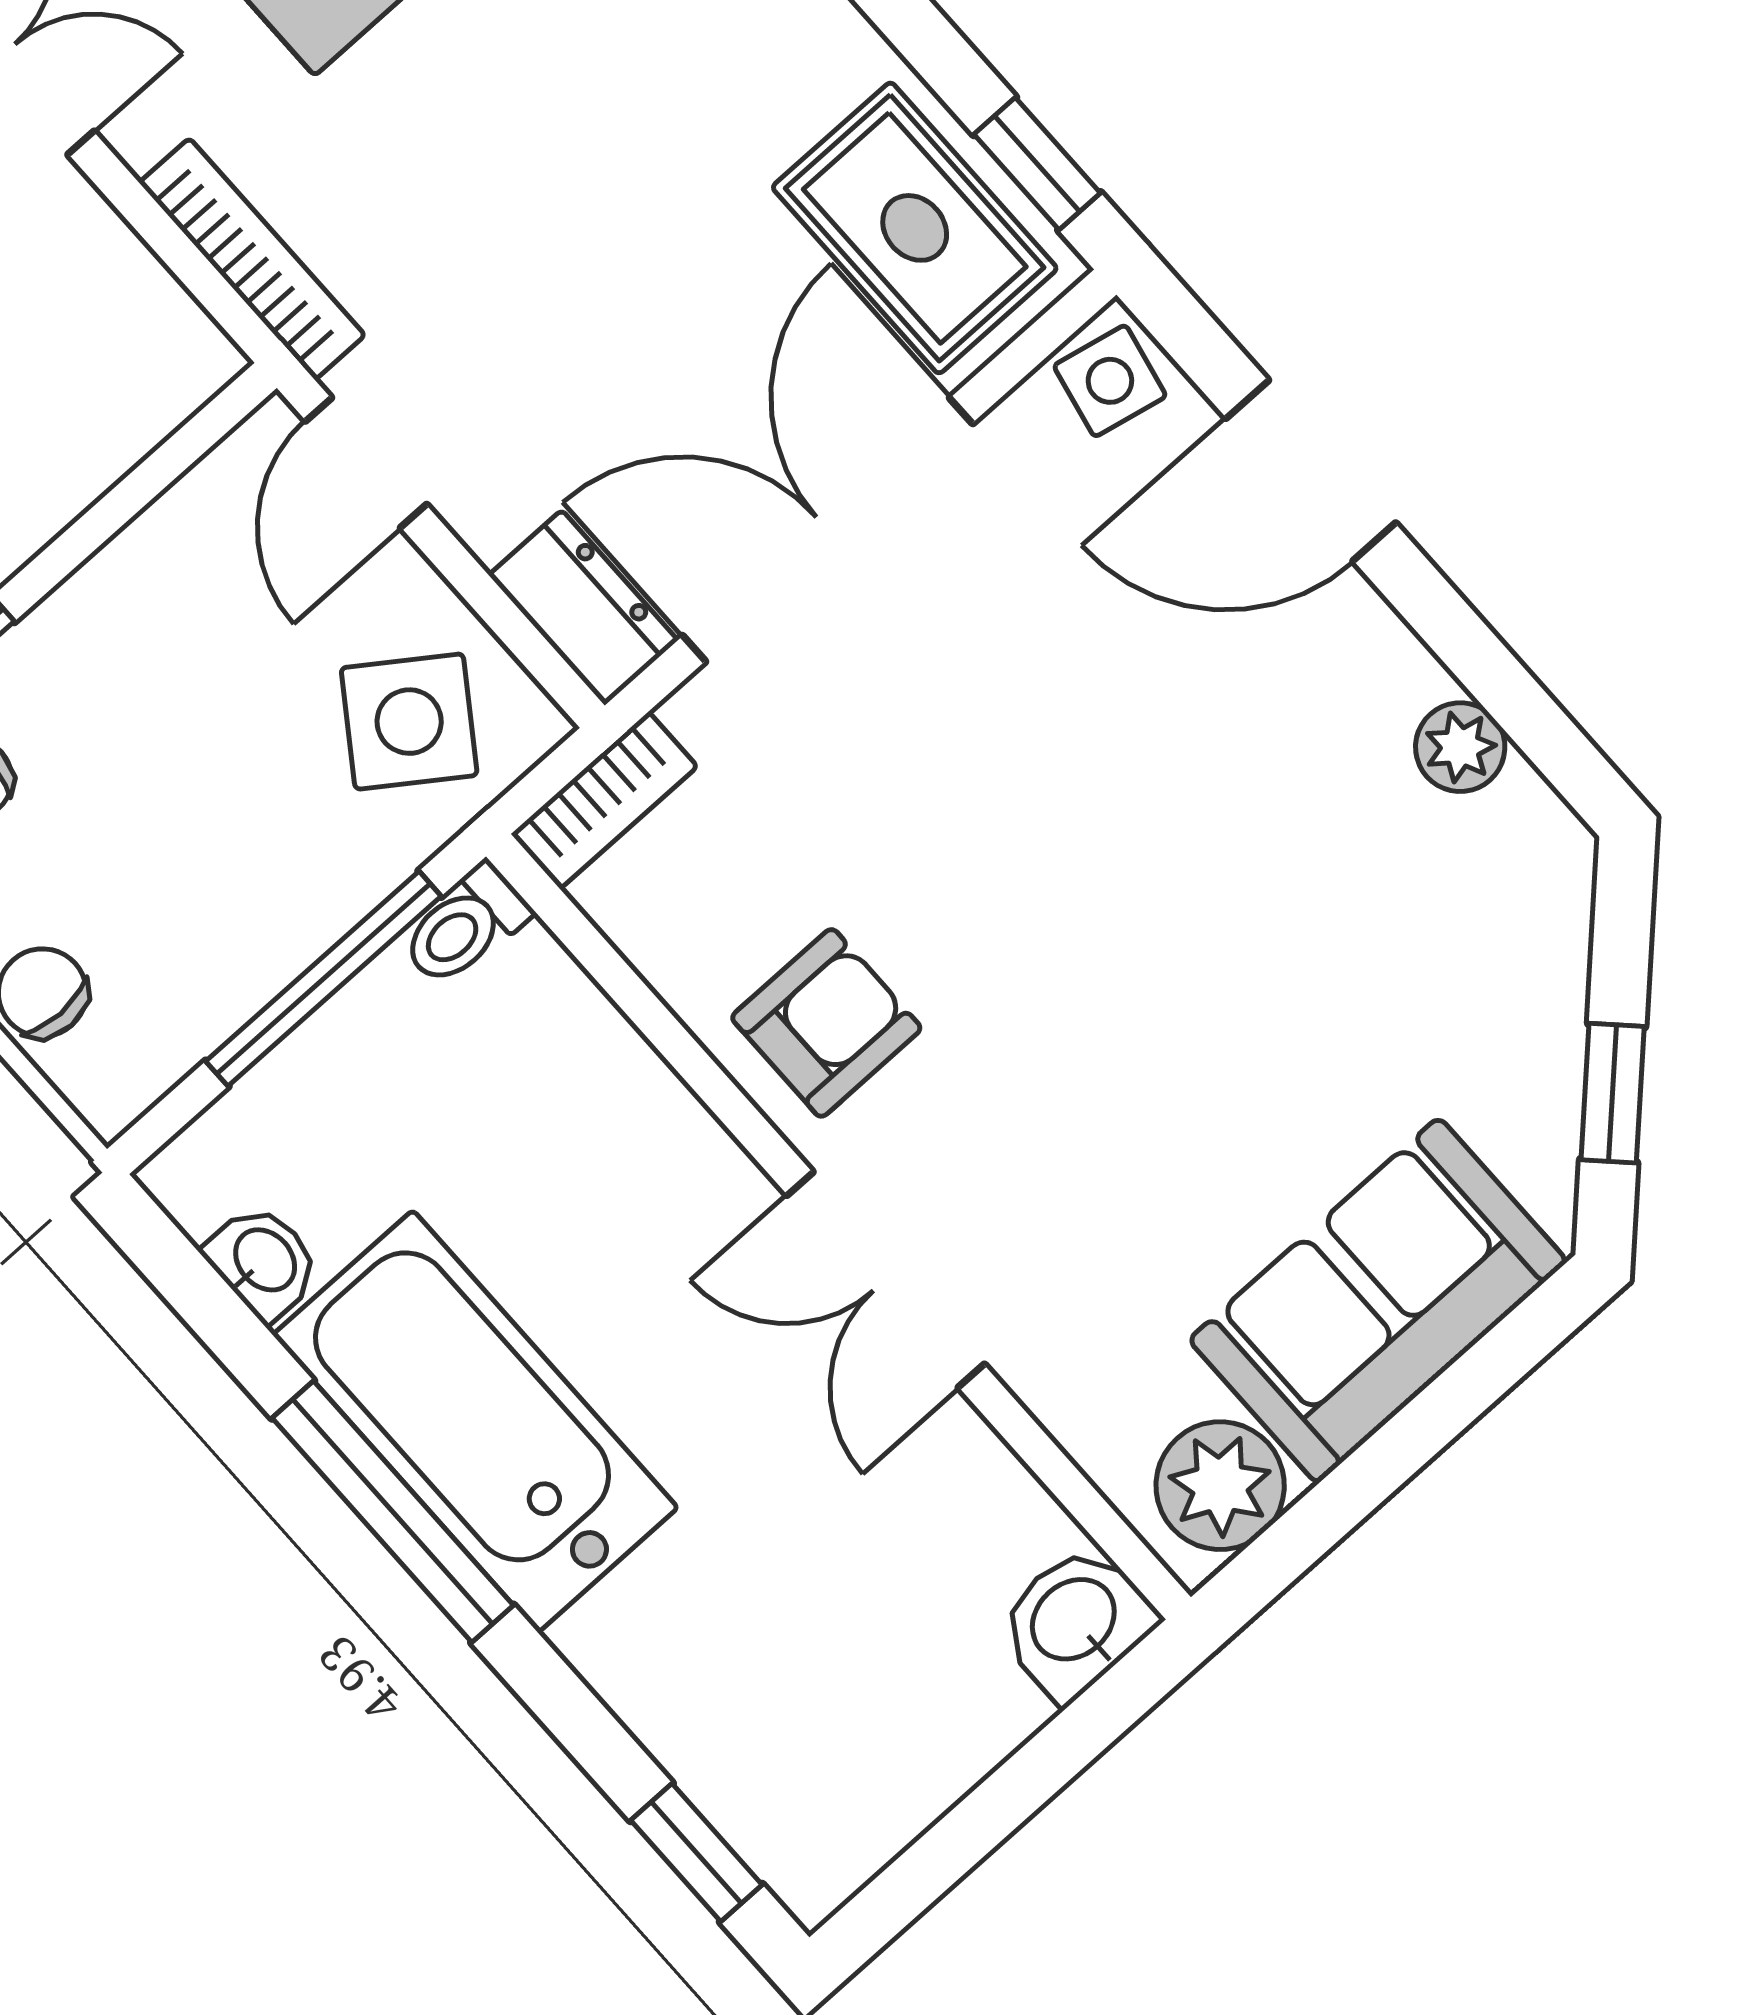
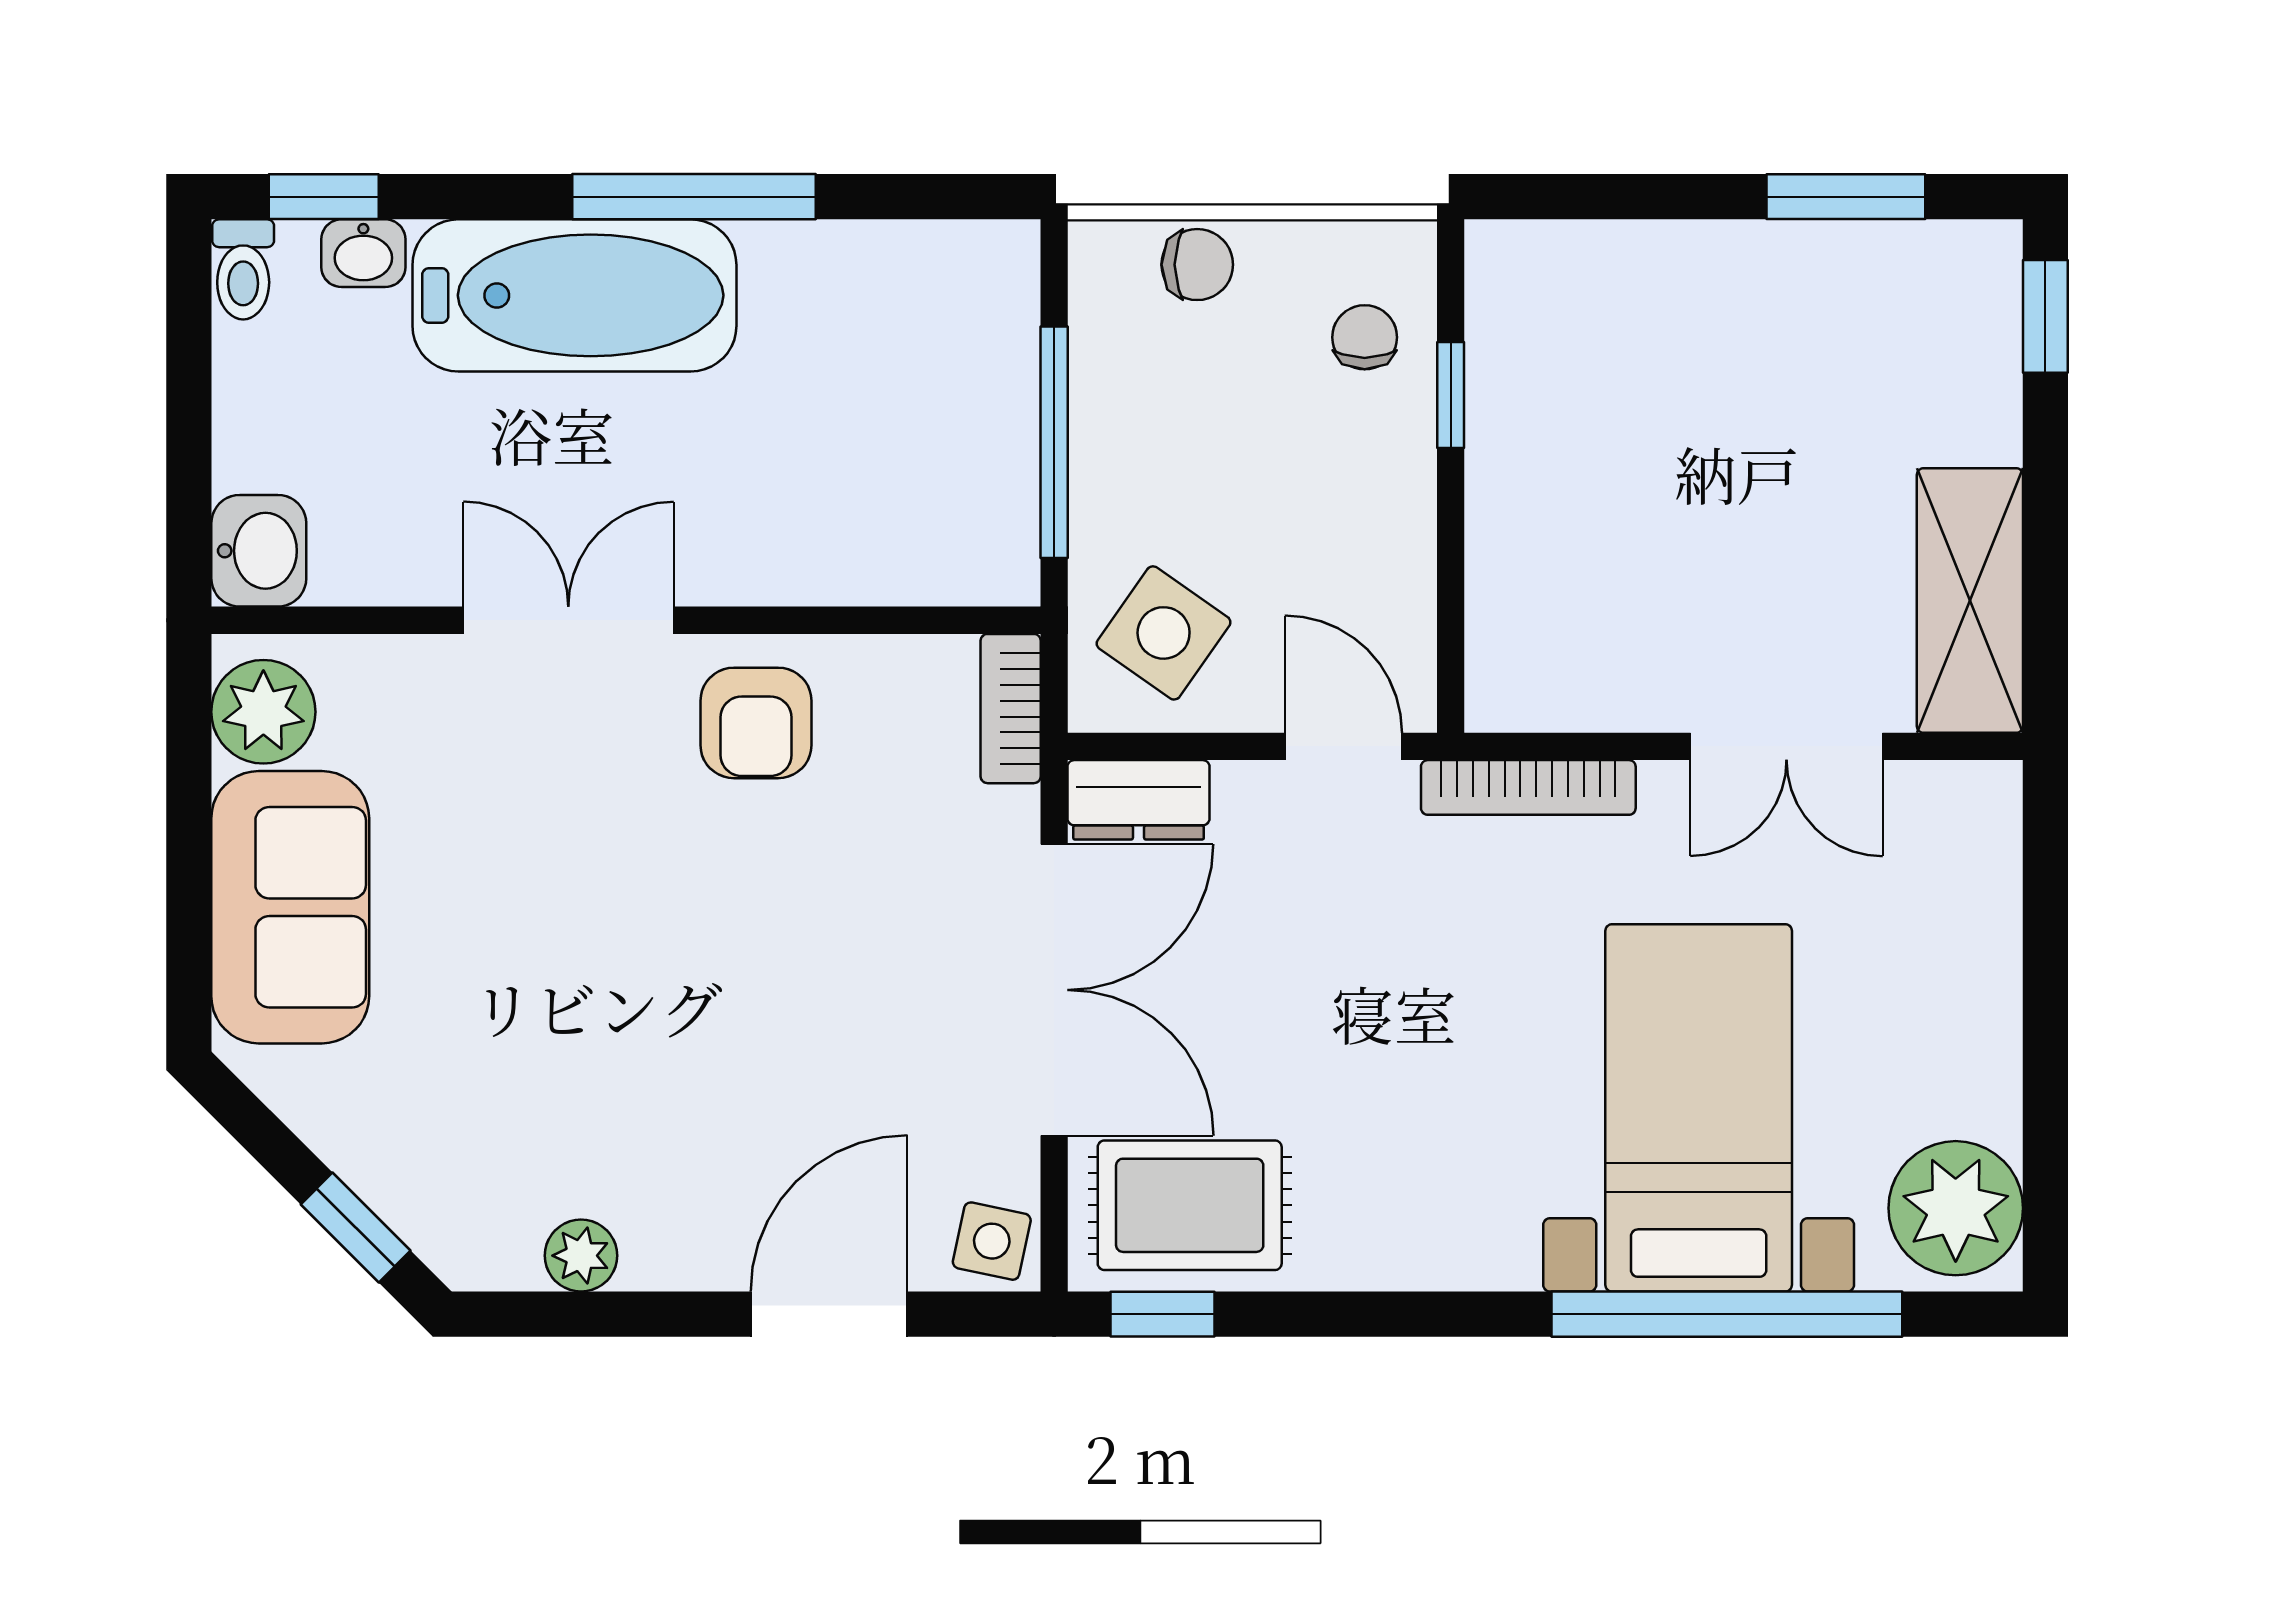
toilet: (465, 926) -> (243, 269), moved, turned 180
window: (1613, 1093) -> (356, 1228), moved
washbasin: (263, 1262) -> (363, 253), moved
bathtub: (475, 1421) -> (574, 295), moved

